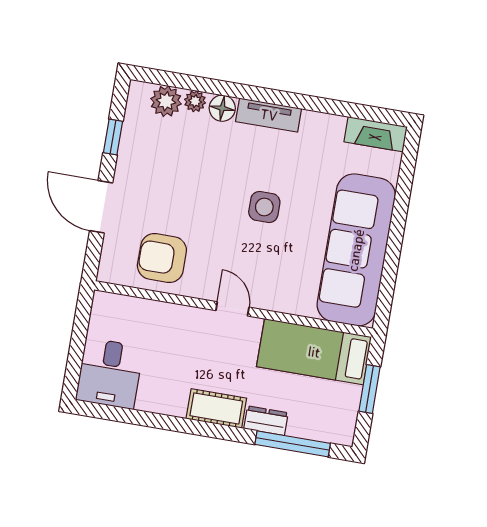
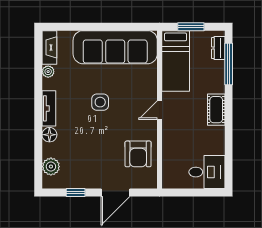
plant: (195, 101) -> (48, 72), moved
dresser: (266, 421) -> (218, 48), moved

